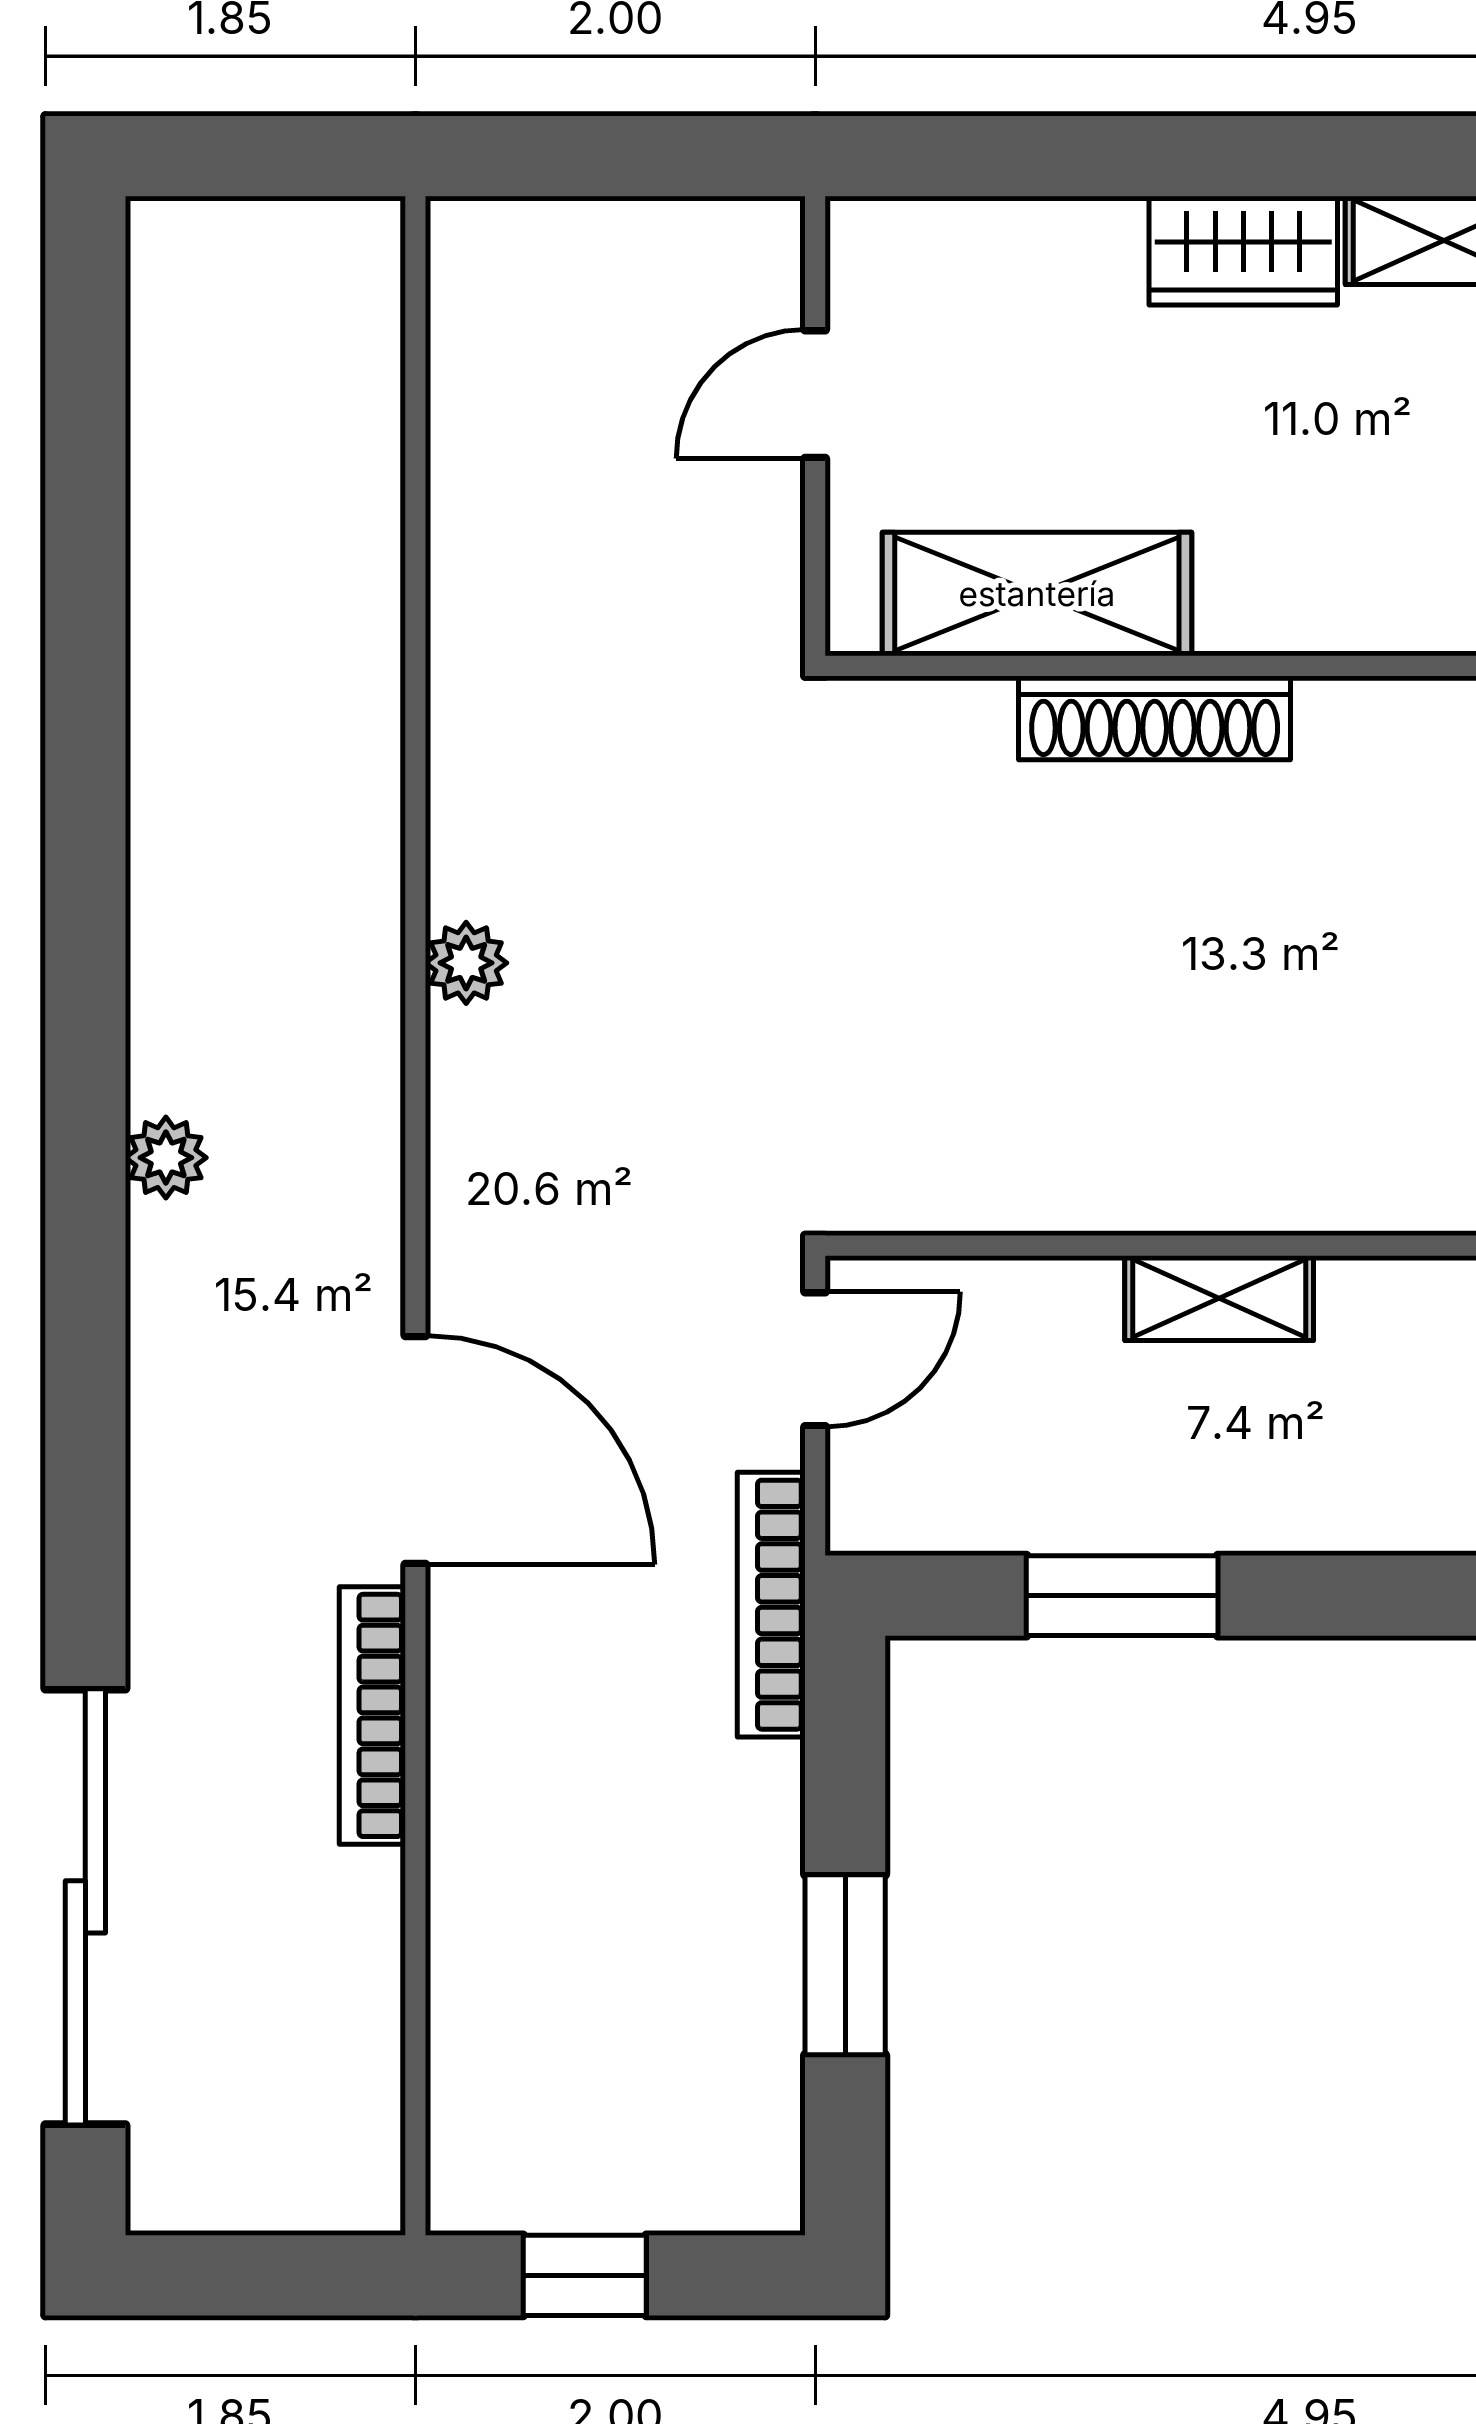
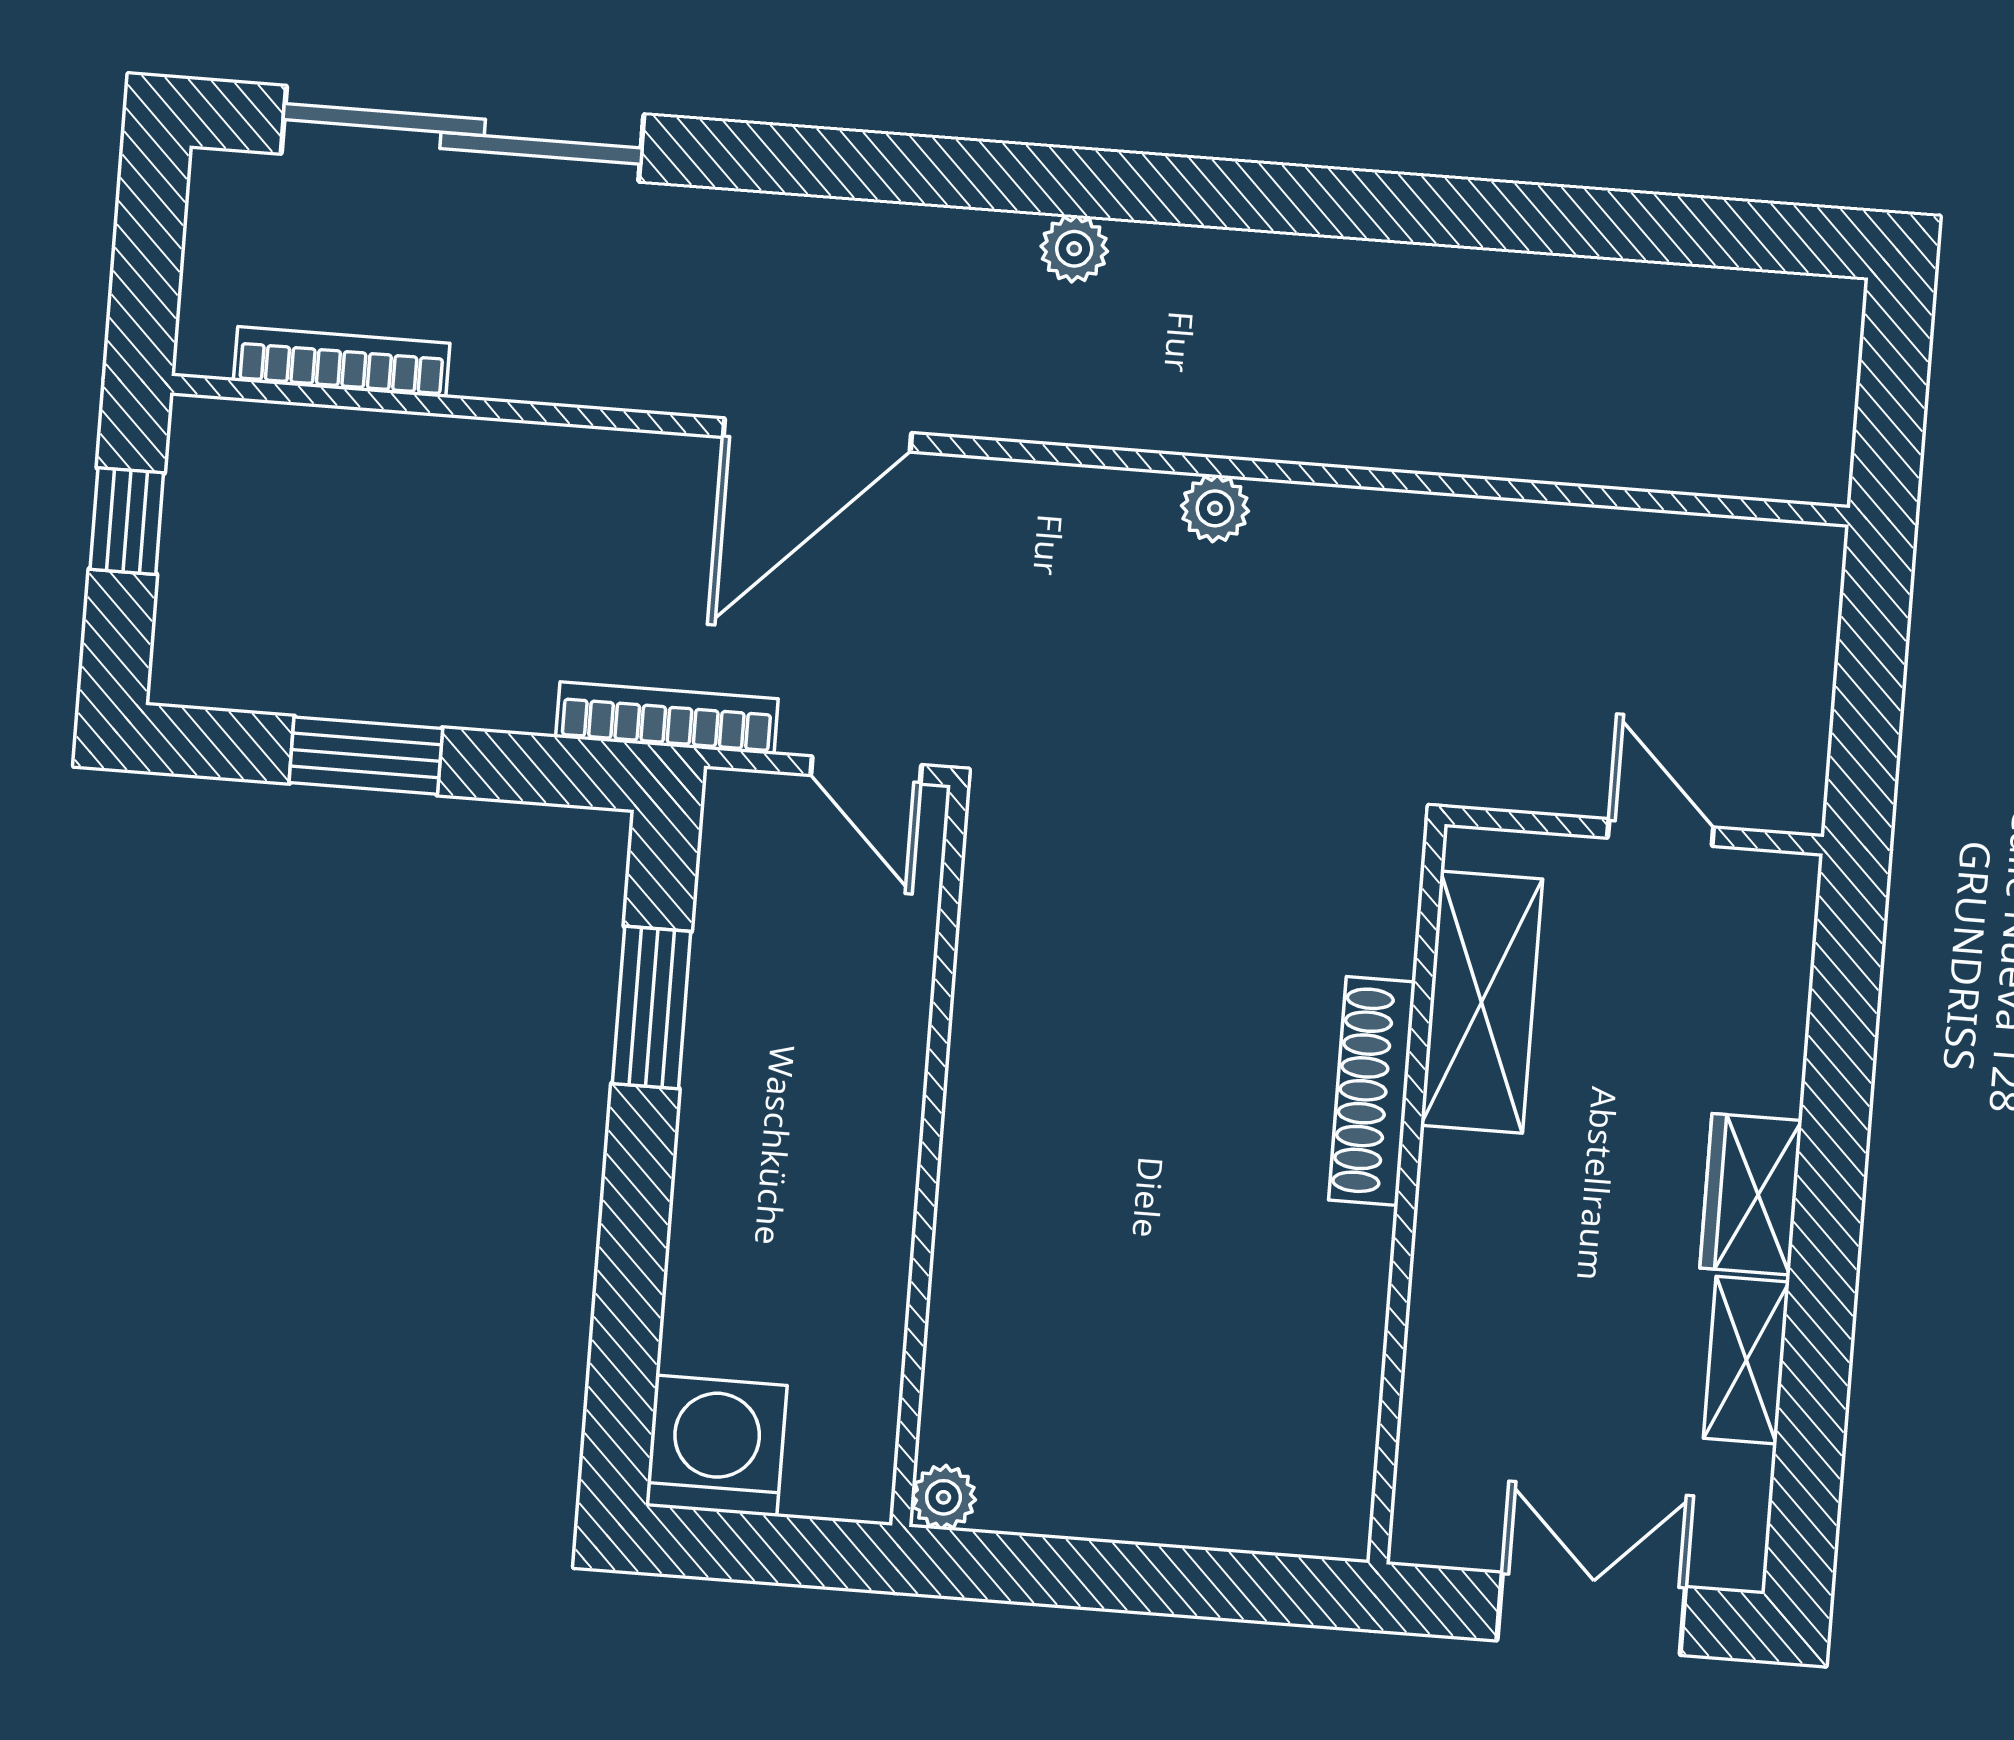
shelving: (1219, 1298) -> (890, 1107), removed
bookcase: (372, 1715) -> (342, 362), moved

